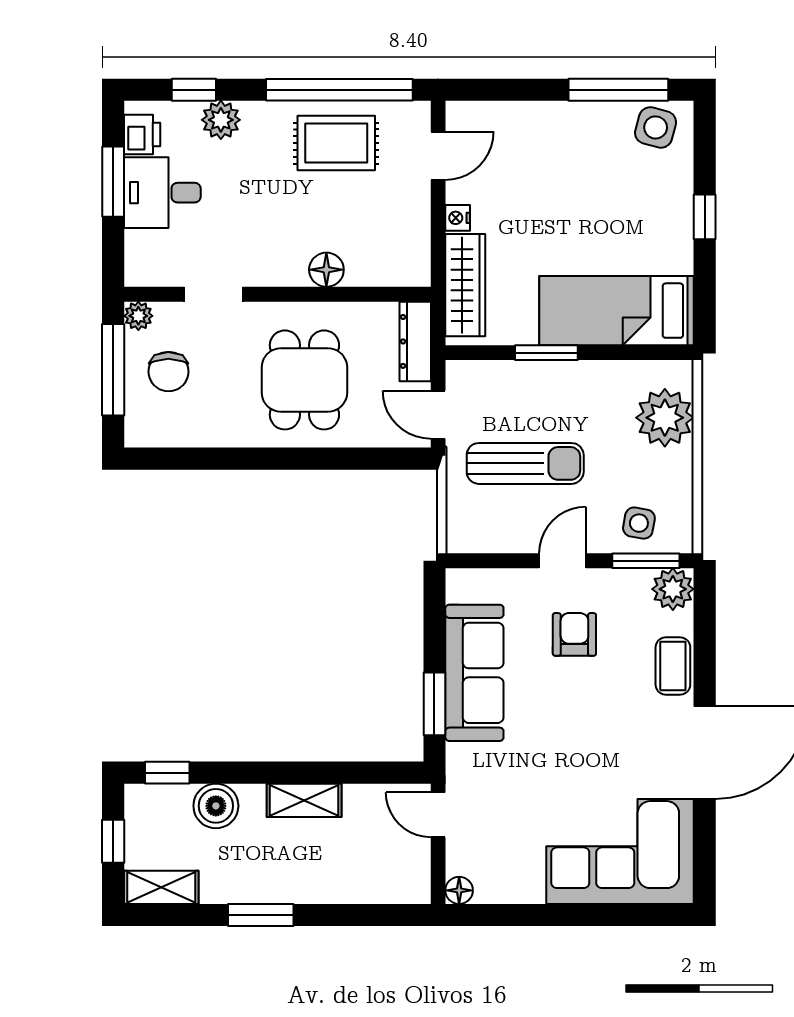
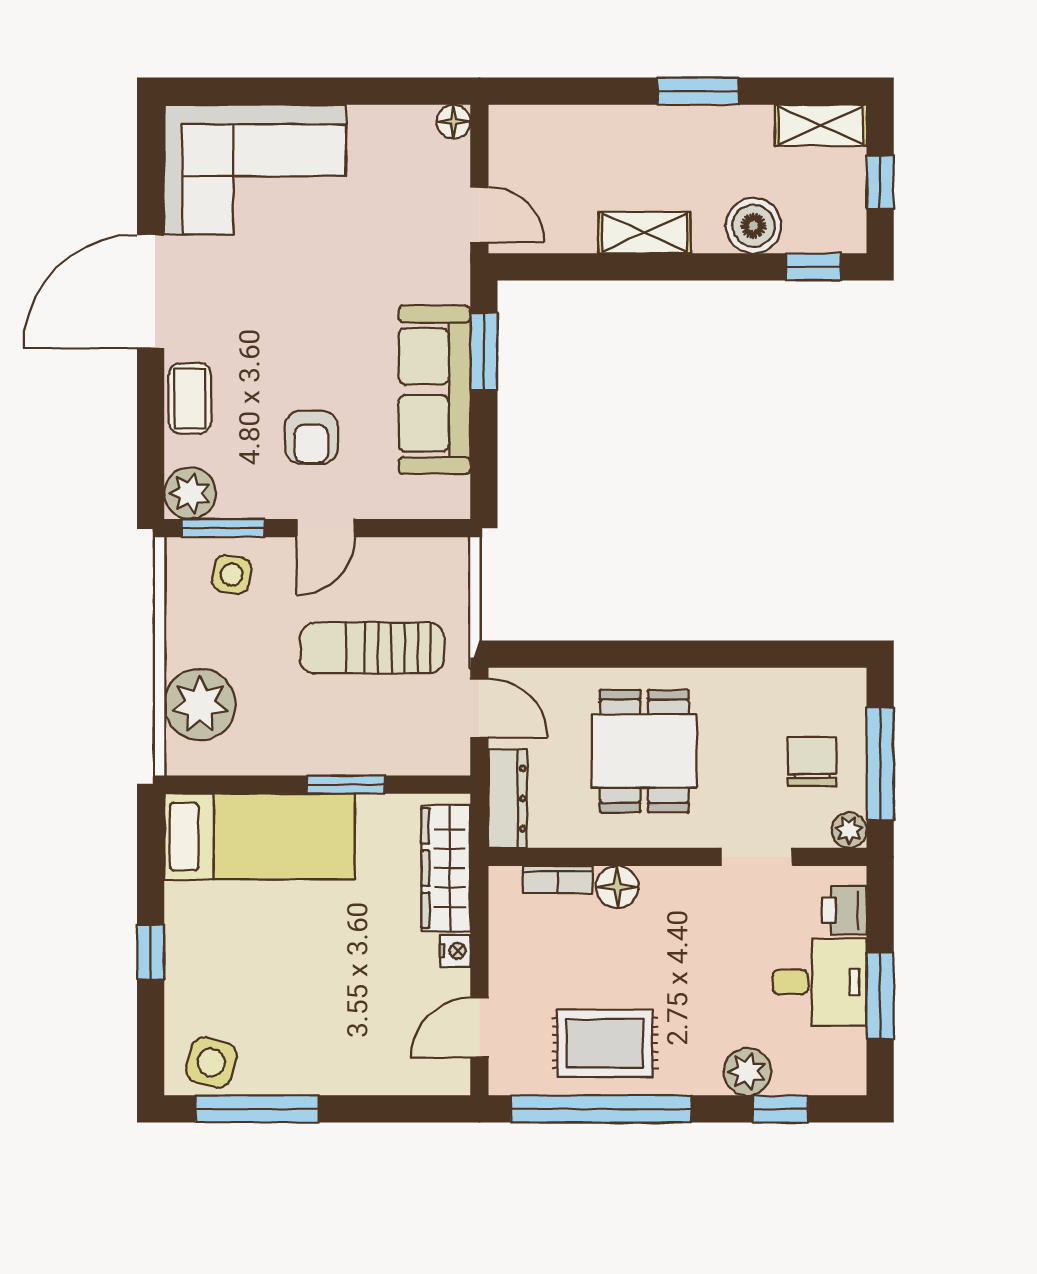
printer: (142, 134) -> (844, 910), moved
bookcase: (375, 276) -> (558, 880), added

